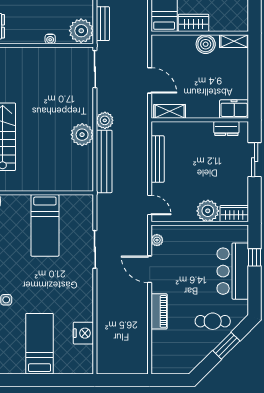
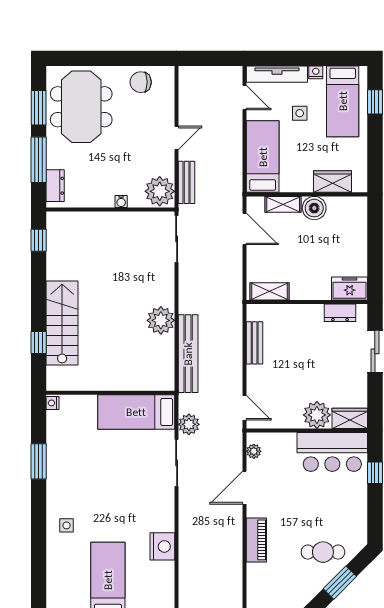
wardrobe: (194, 23) -> (332, 182), moved
shelving: (234, 41) -> (283, 204), moved
door: (150, 80) -> (245, 229), moved
plant: (105, 120) -> (189, 424), moved
bench: (158, 159) -> (255, 343), width x0.73
bed: (45, 225) -> (136, 412), moved, turned 90
door: (150, 269) -> (245, 488), hinge flipped
bar counter: (233, 271) -> (332, 452), moved, turned -90
nightstand: (83, 333) -> (162, 546), moved

